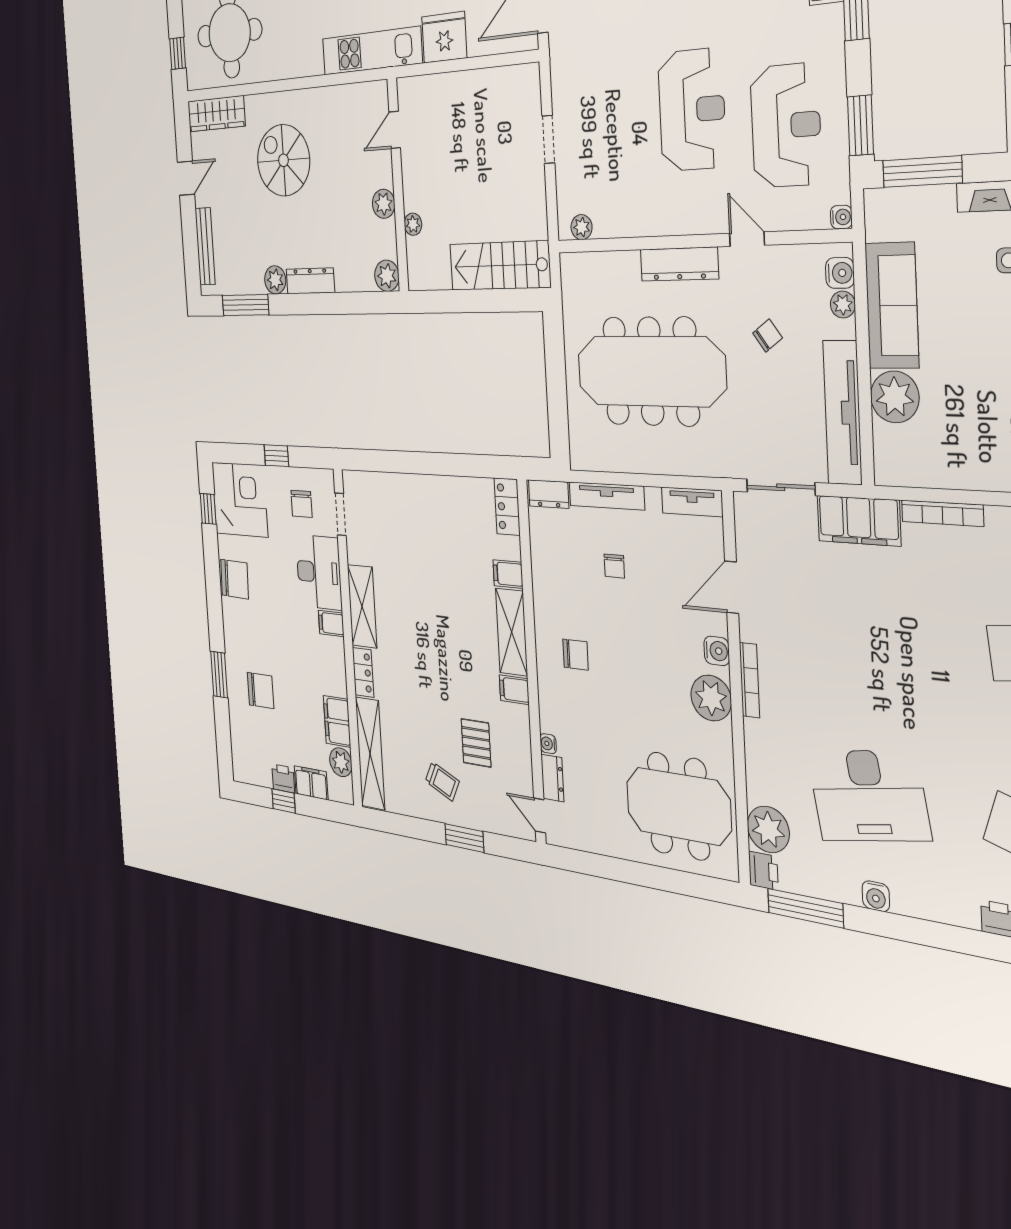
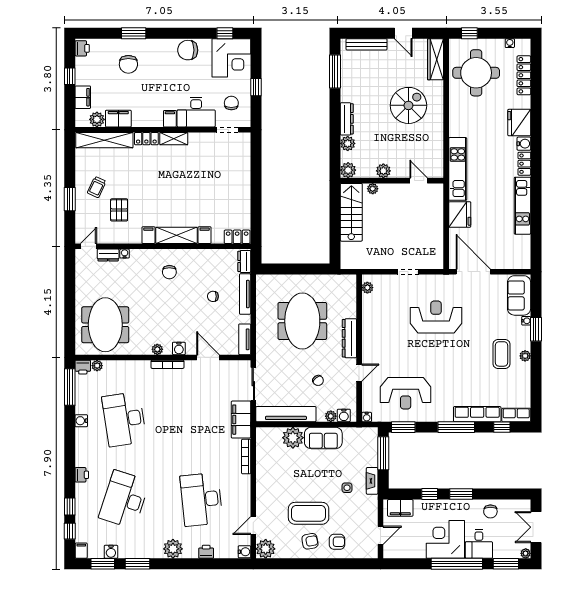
reception desk: (692, 110) -> (436, 317), moved, turned 180
stairs: (500, 266) -> (351, 212), moved
plant: (275, 280) -> (348, 143), moved
sofa: (892, 306) -> (323, 438), width x0.73
meeting table: (651, 371) -> (302, 321), width x0.73
chair: (302, 504) -> (231, 103), turned 90
chair: (235, 579) -> (188, 50), turned 88
shelving: (362, 606) -> (174, 139), width x0.67, depth x0.75
plant: (711, 698) -> (157, 349), width x0.53, depth x0.53
pallet: (476, 743) -> (119, 210), turned 90
printer: (283, 778) -> (82, 48), moved
plant: (768, 829) -> (97, 366), width x0.53, depth x0.53

